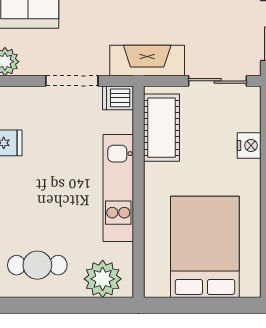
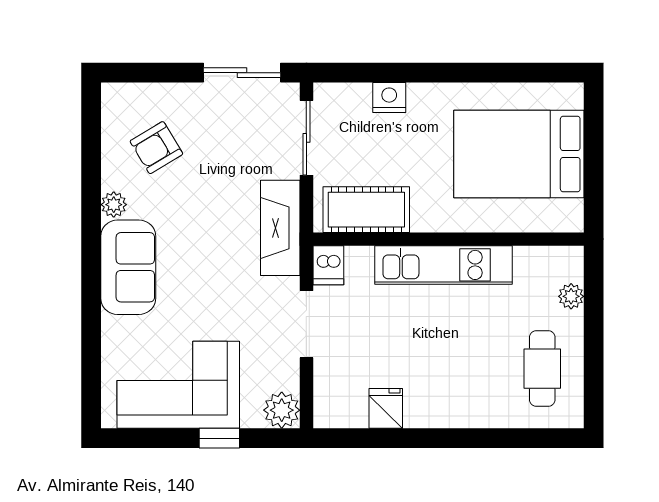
plant: (103, 279) -> (571, 296), width x0.53, depth x0.53

